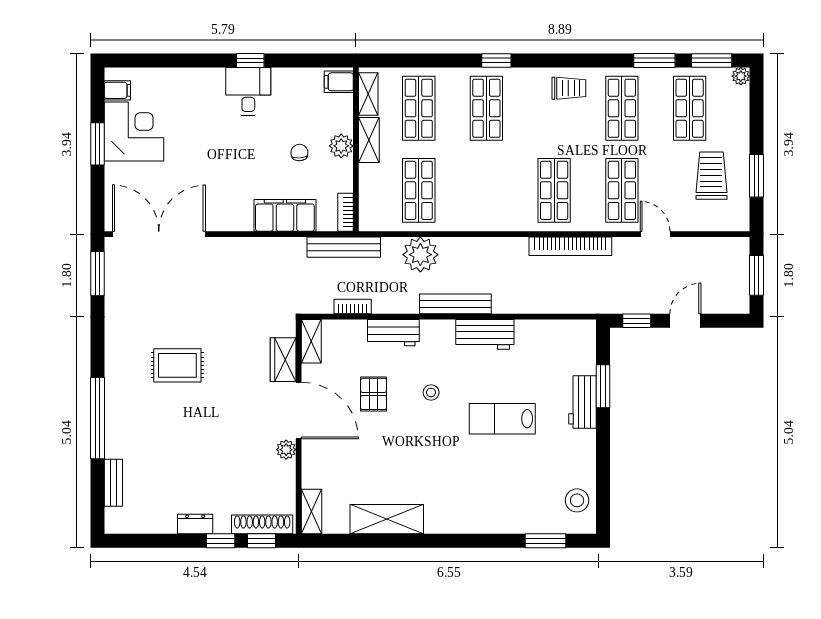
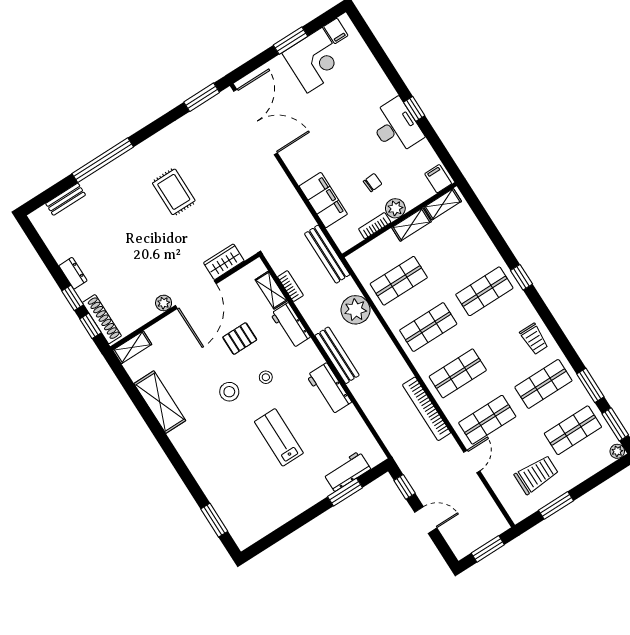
desk: (248, 91) -> (396, 127), width x1.37
shop shelf: (419, 108) -> (428, 327), moved
bookcase: (346, 212) -> (375, 226), moved
shelving: (311, 341) -> (271, 290), moved, turned 90
workbench: (582, 402) -> (347, 471), moved
stool: (577, 500) -> (229, 392), moved

